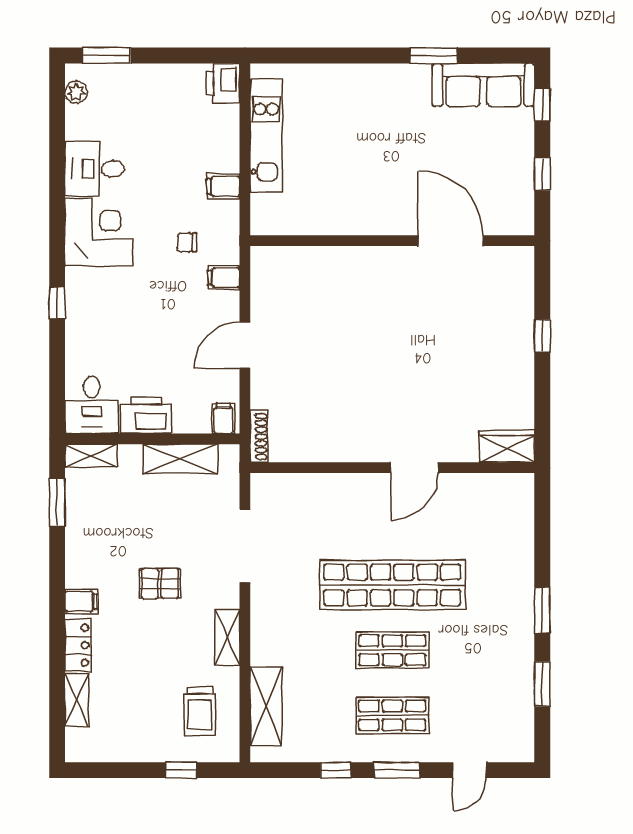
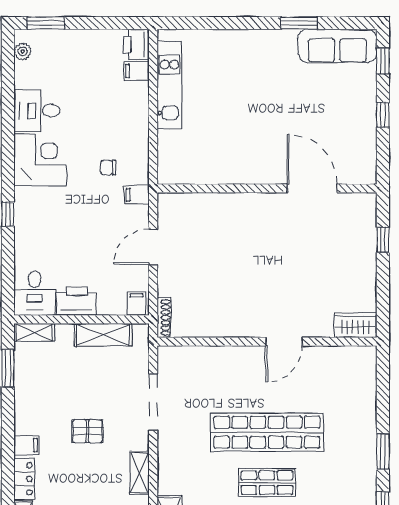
filing cabinet: (223, 186) -> (136, 71), moved
wall: (392, 241) -> (267, 188), moved
door: (451, 241) -> (312, 188), moved

